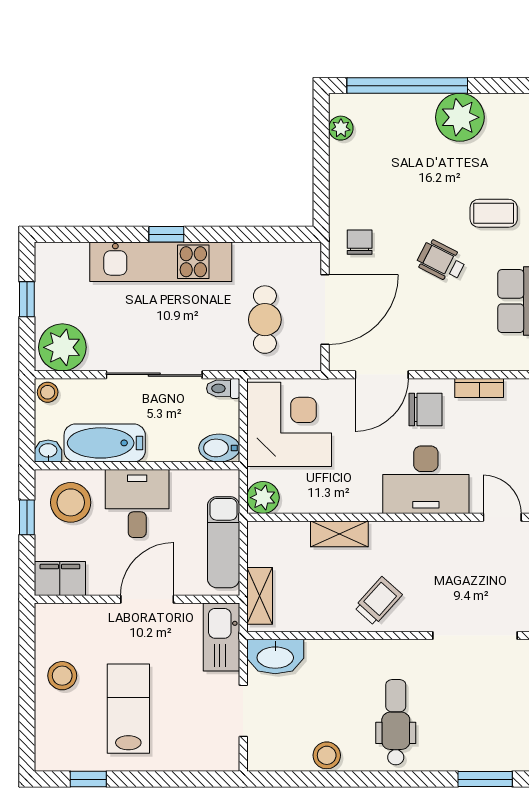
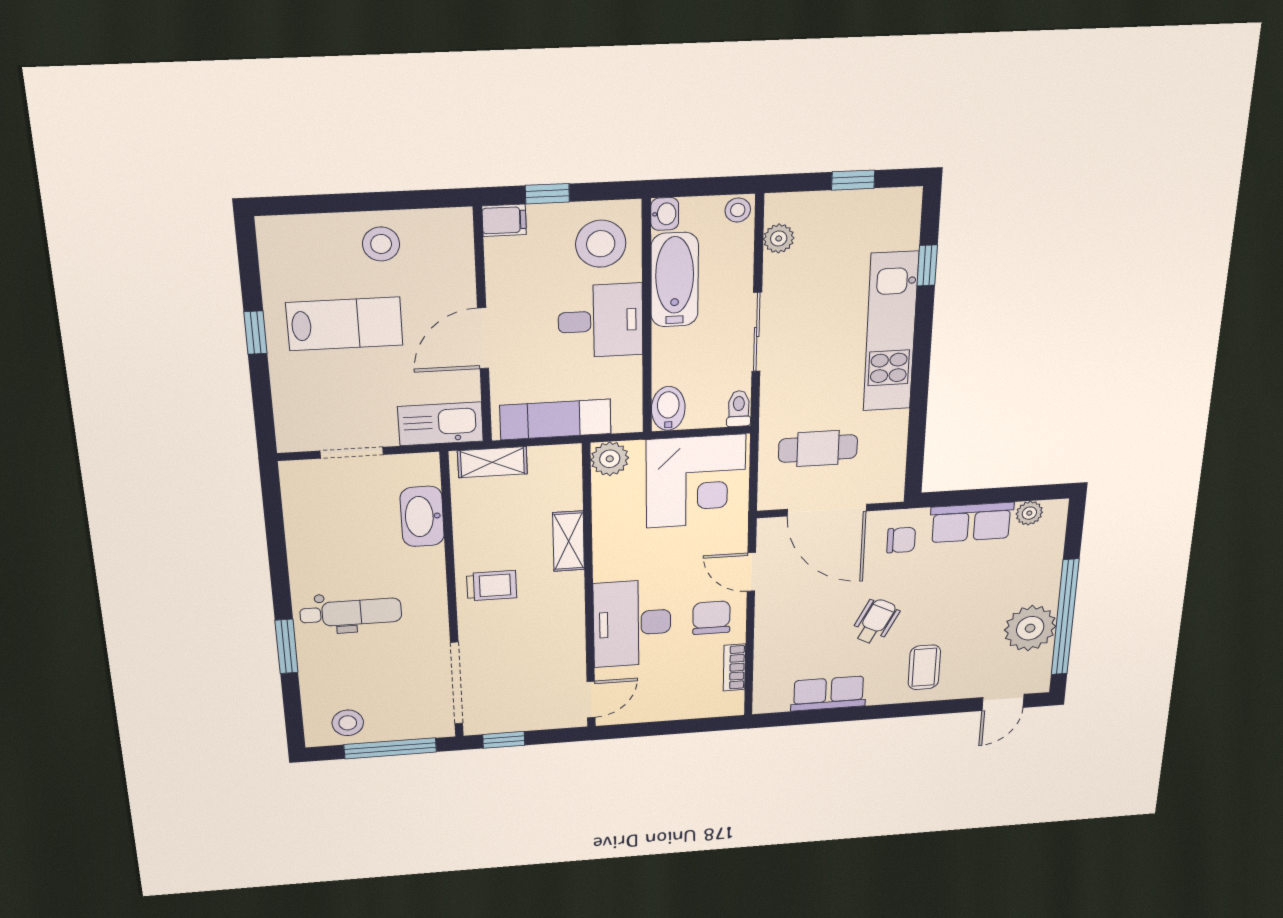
window: (407, 86) -> (1065, 617), moved
row of seats: (347, 180) -> (971, 523), added
window: (166, 234) -> (927, 265), moved
plant: (62, 347) -> (779, 238), width x0.53, depth x0.53
sliding door: (154, 375) -> (757, 332), width x0.73
door: (382, 375) -> (751, 572), width x0.73
chair: (426, 409) -> (711, 618), turned 180
window: (27, 517) -> (547, 194), moved
filing cabinet: (60, 579) -> (504, 220), width x0.50
door: (147, 599) -> (483, 338), swing flipped
trolley: (378, 601) -> (492, 586), turned -42
washbasin: (275, 657) -> (422, 516), moved
stool: (327, 755) -> (348, 723), moved
window: (88, 779) -> (255, 333), moved
window: (485, 779) -> (287, 646), moved

